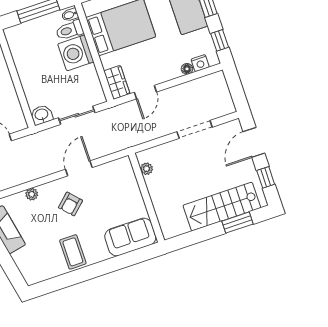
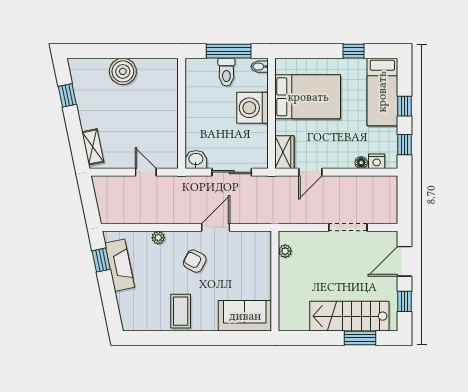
toilet: (70, 30) -> (226, 72), moved, turned -90
armchair: (70, 204) -> (195, 261), turned 71

